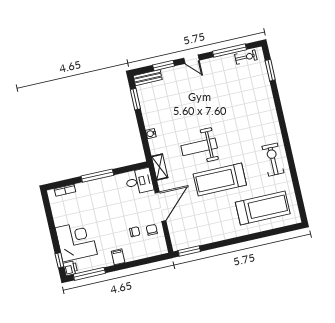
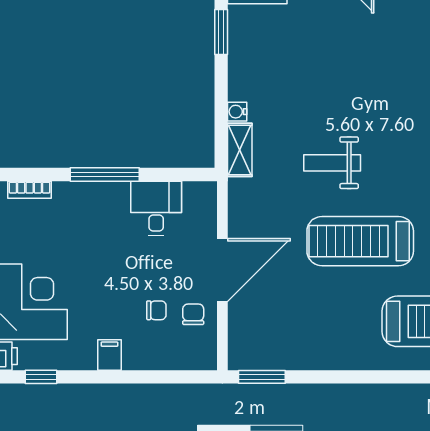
weight bench: (199, 147) -> (332, 163), width x0.73, depth x0.75
shelving: (160, 167) -> (240, 150), moved
desk: (139, 181) -> (156, 208), moved, turned -90
window: (89, 274) -> (41, 377), width x0.46

